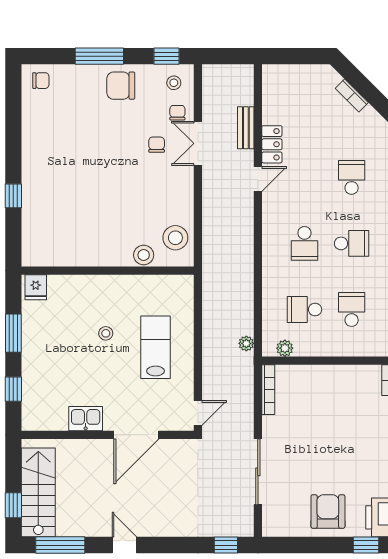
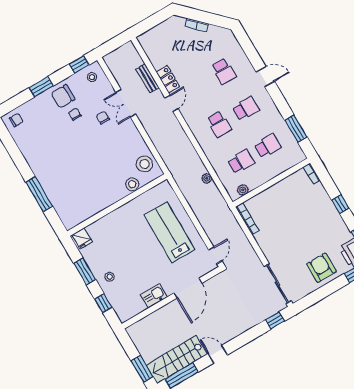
window: (99, 56) -> (41, 87), width x0.69
chair: (177, 113) -> (75, 114), moved
school desk: (352, 177) -> (224, 71), turned 180
window: (13, 196) -> (39, 194), width x2.17
school desk: (304, 309) -> (241, 162), turned 180
school desk: (352, 309) -> (268, 146), turned 90
stool: (106, 333) -> (110, 277), moved
plant: (246, 343) -> (207, 178), moved
lab bench: (156, 347) -> (170, 232), width x1.36, depth x1.39
sliding door: (258, 472) -> (278, 284), moved
stairs: (38, 492) -> (177, 360), moved, turned -90
window: (13, 505) -> (142, 369), width x1.50

